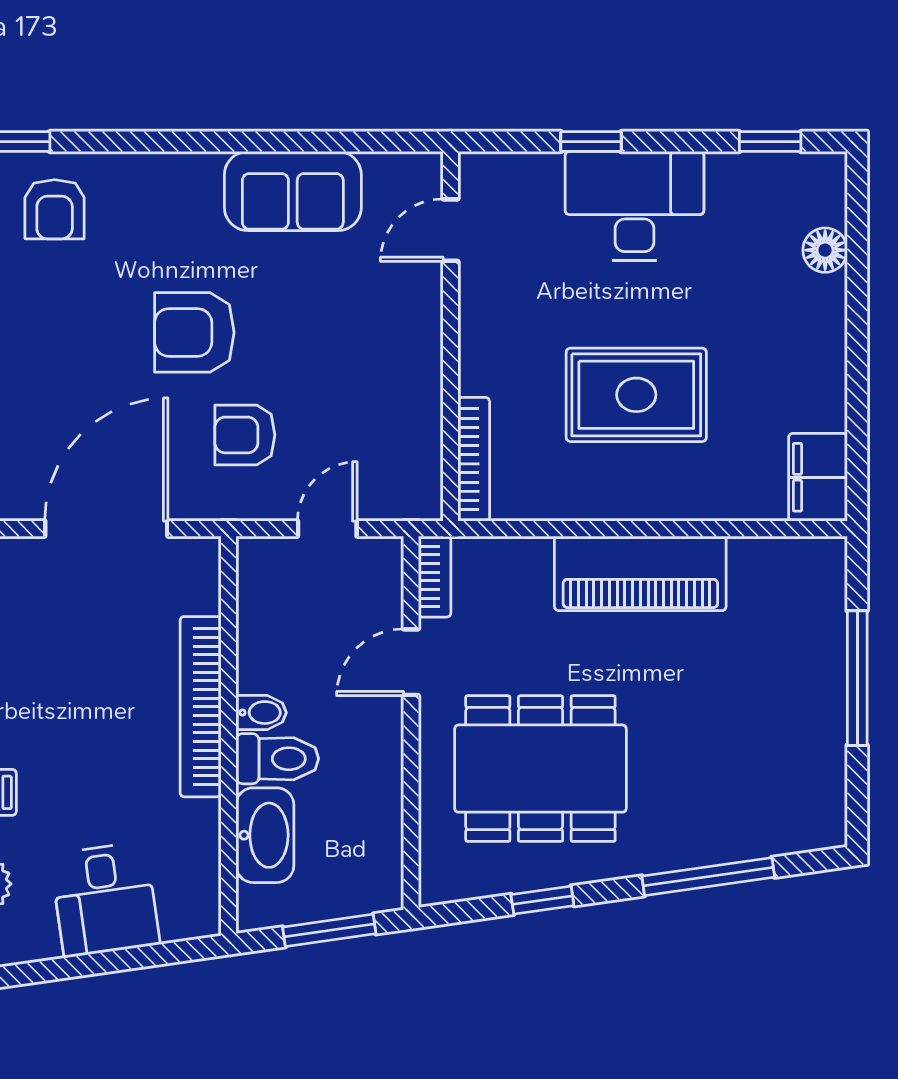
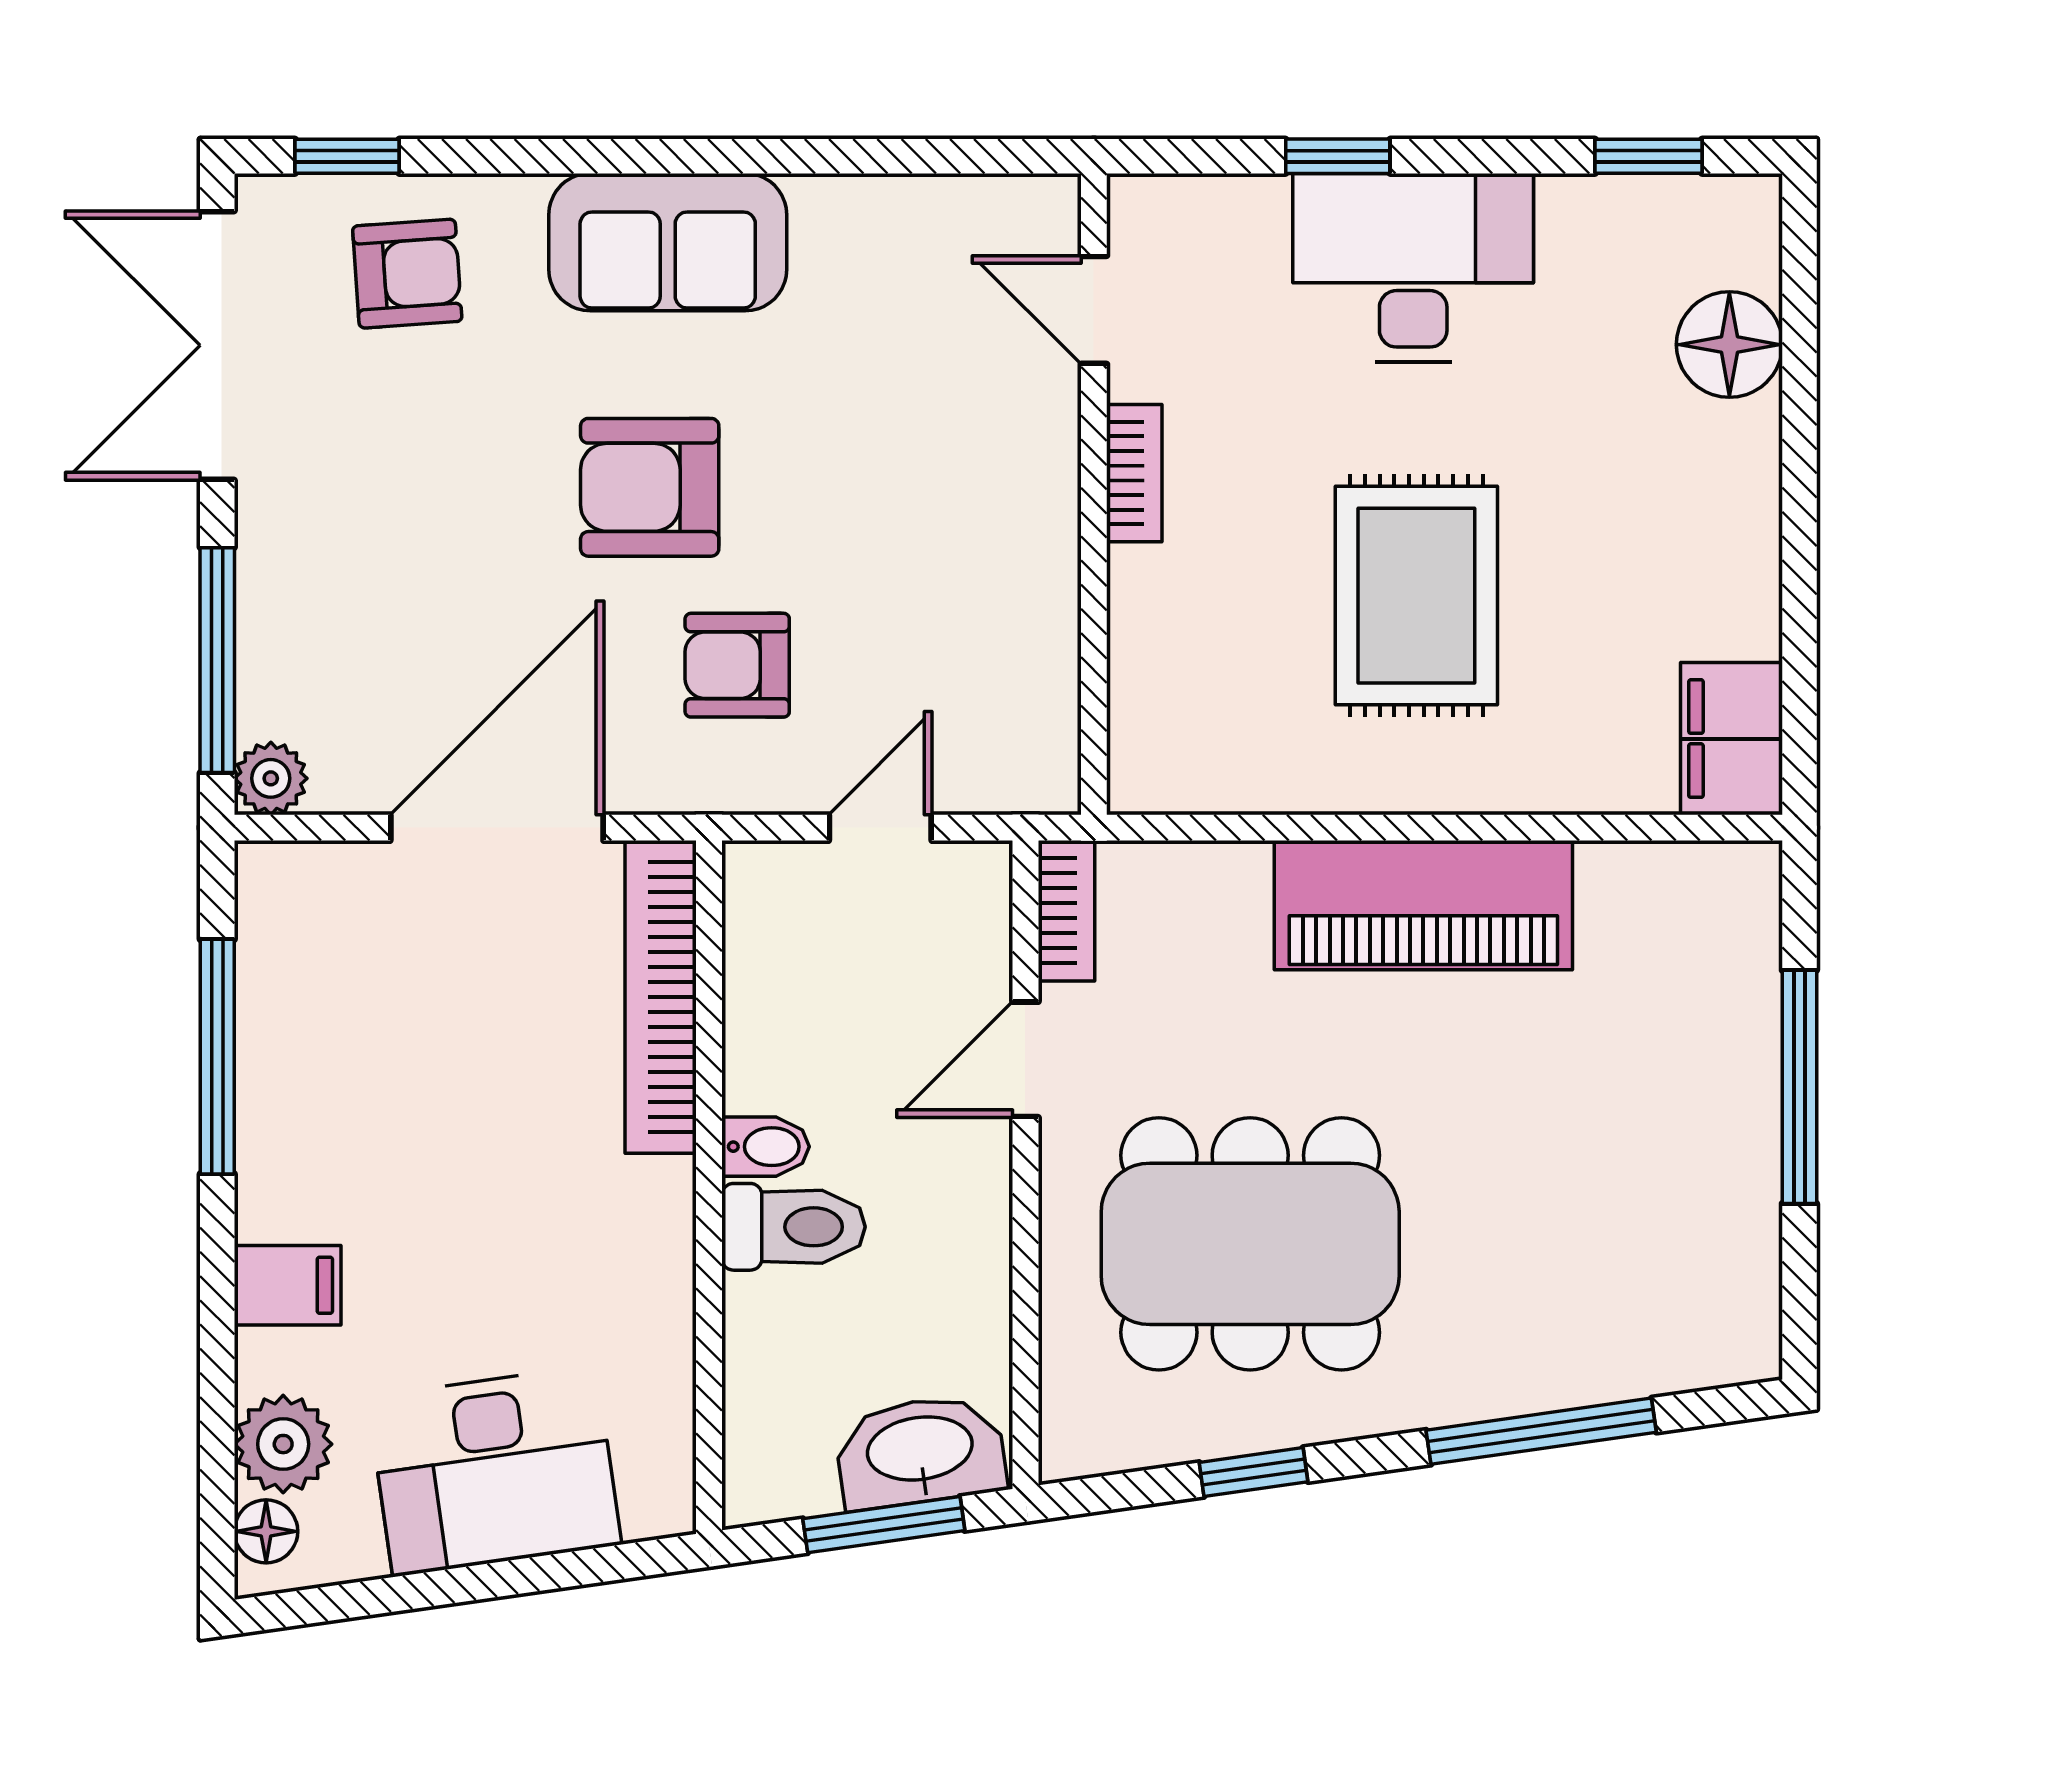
sofa: (293, 191) -> (668, 242), moved
armchair: (55, 209) -> (407, 274), turned -94
door: (450, 230) -> (1094, 310), hinge flipped
floor lamp: (825, 250) -> (1729, 345), width x1.38, depth x1.38
rug: (636, 395) -> (1416, 596), turned 90
bookcase: (474, 459) -> (1134, 473), moved, width x0.64
bookcase: (201, 707) -> (661, 997), moved
washbasin: (265, 835) -> (920, 1451), moved, turned -98
desk: (105, 899) -> (495, 1471), width x1.37

